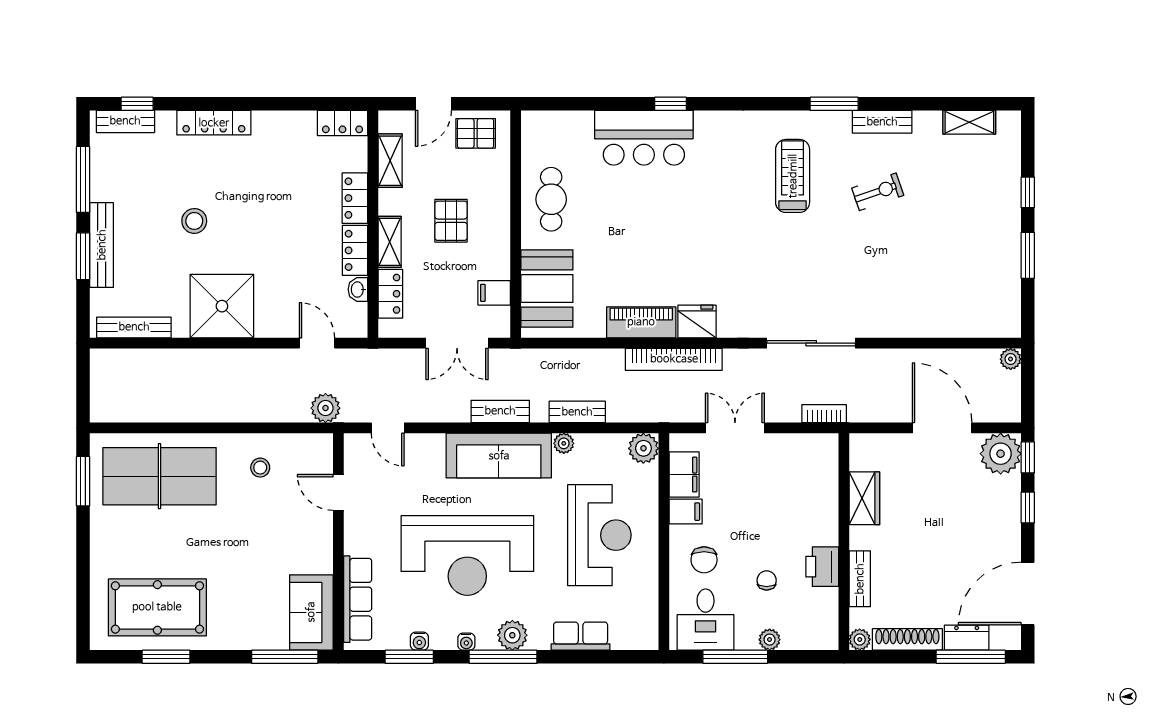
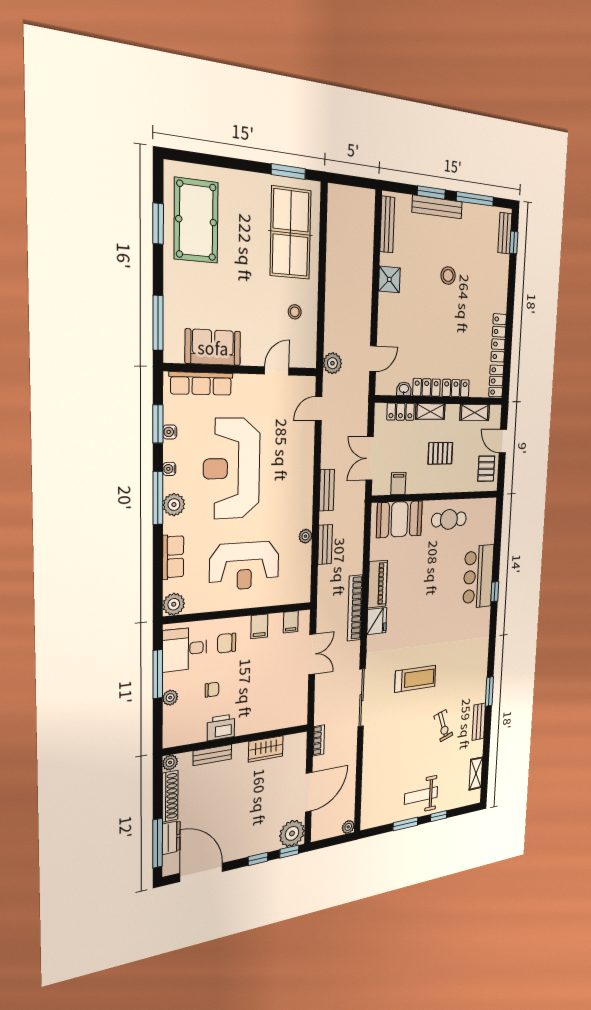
locker: (214, 123) -> (499, 338), moved
treadmill: (793, 176) -> (415, 679), moved
weight bench: (986, 228) -> (421, 795), added
shower: (222, 306) -> (389, 279), width x0.54, depth x0.54
bookcase: (824, 414) -> (319, 740), moved
plant: (643, 448) -> (174, 604), moved
sofa: (499, 456) -> (299, 490), removed
filing cabinet: (684, 475) -> (291, 622), width x0.50
sofa: (311, 612) -> (213, 347), moved

